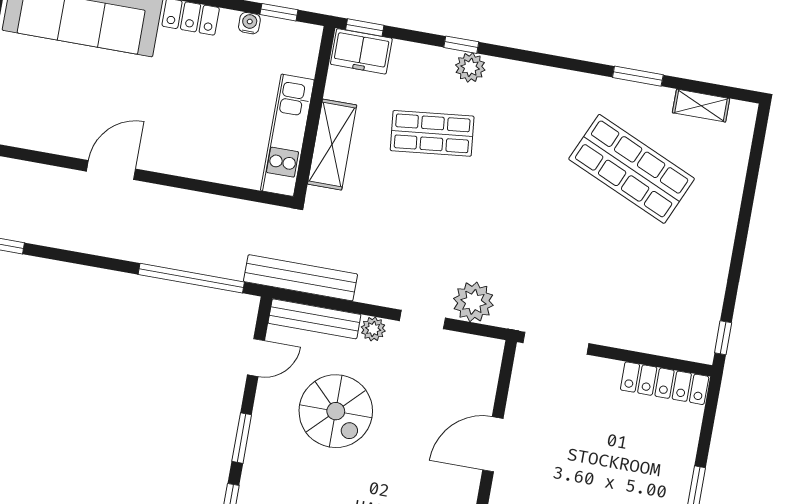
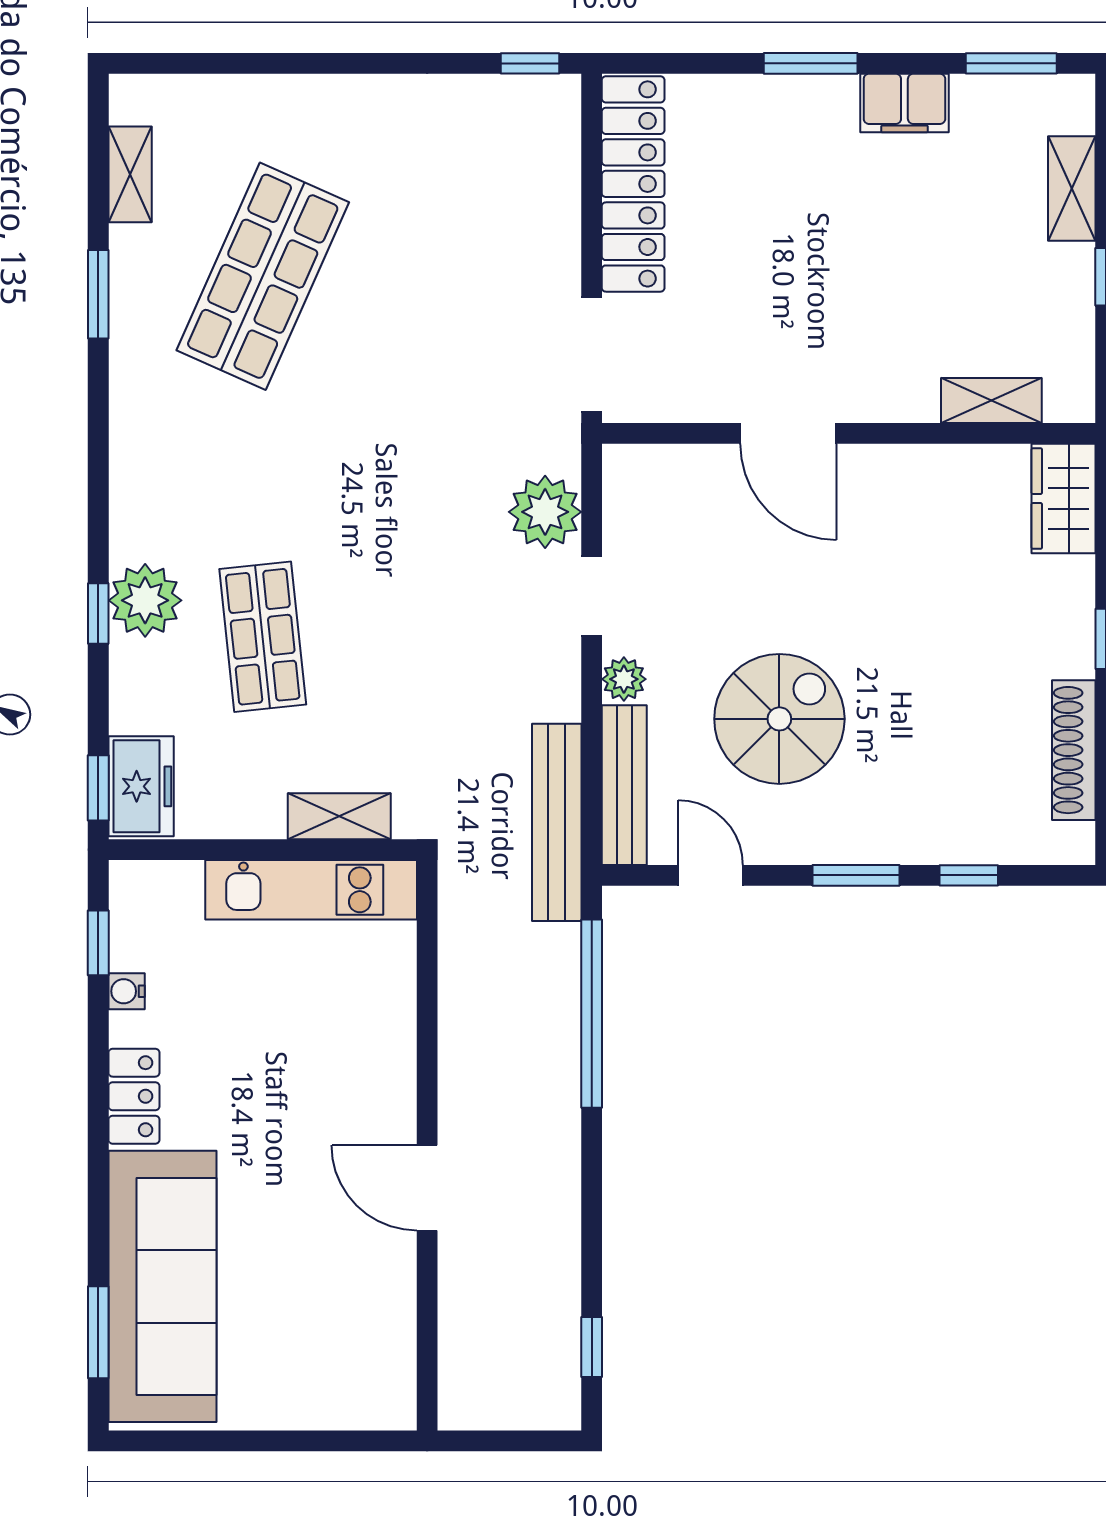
plant: (470, 67) -> (145, 600), width x1.36, depth x1.36
shelving: (332, 145) -> (339, 816), width x0.67, depth x0.75
locker: (665, 383) -> (633, 184), width x1.41, depth x1.21

